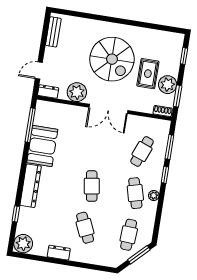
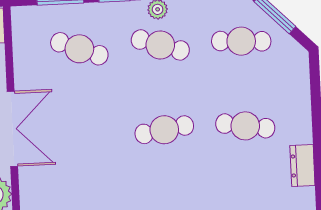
cafe table: (135, 193) -> (160, 45), turned 33
cafe table: (85, 228) -> (245, 126), turned 33

